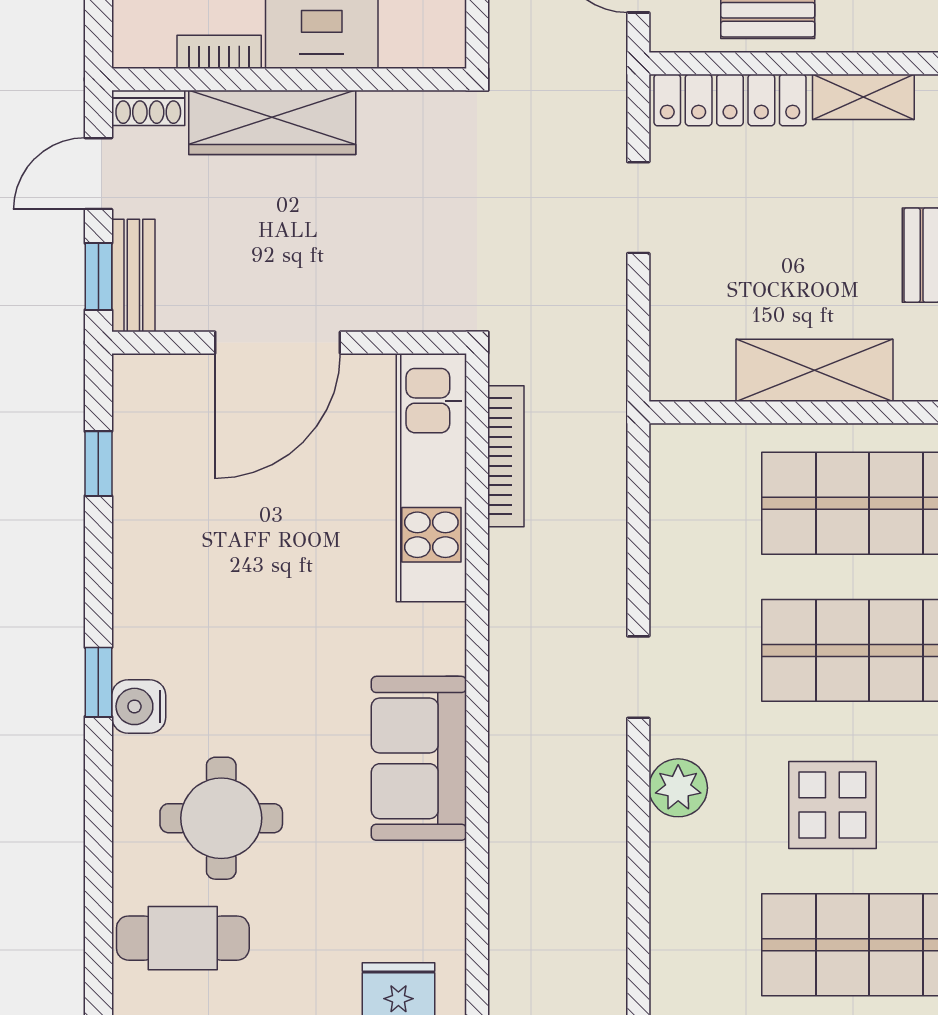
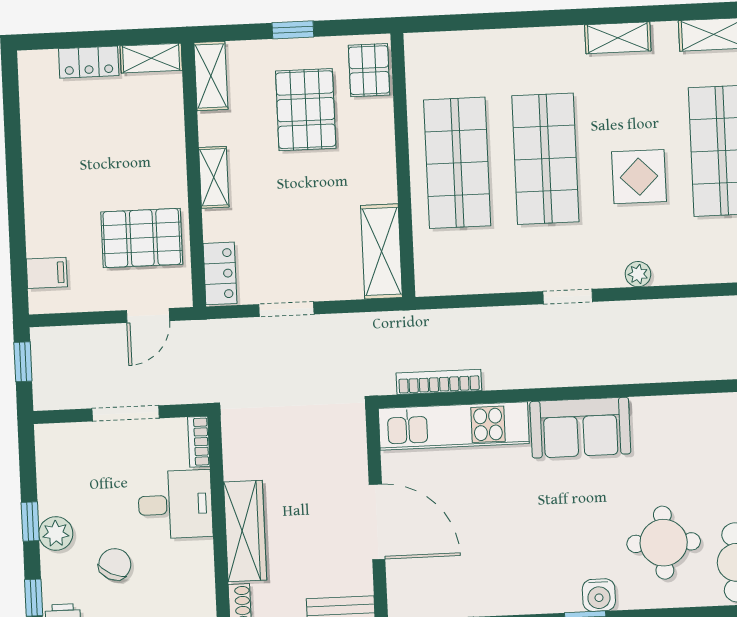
bookcase: (219, 52) -> (199, 442), moved
locker: (730, 100) -> (220, 273), width x0.66
shelving: (815, 370) -> (381, 251), moved
sofa: (419, 758) -> (580, 428), moved
plant: (678, 788) -> (638, 274), width x0.73, depth x0.73

